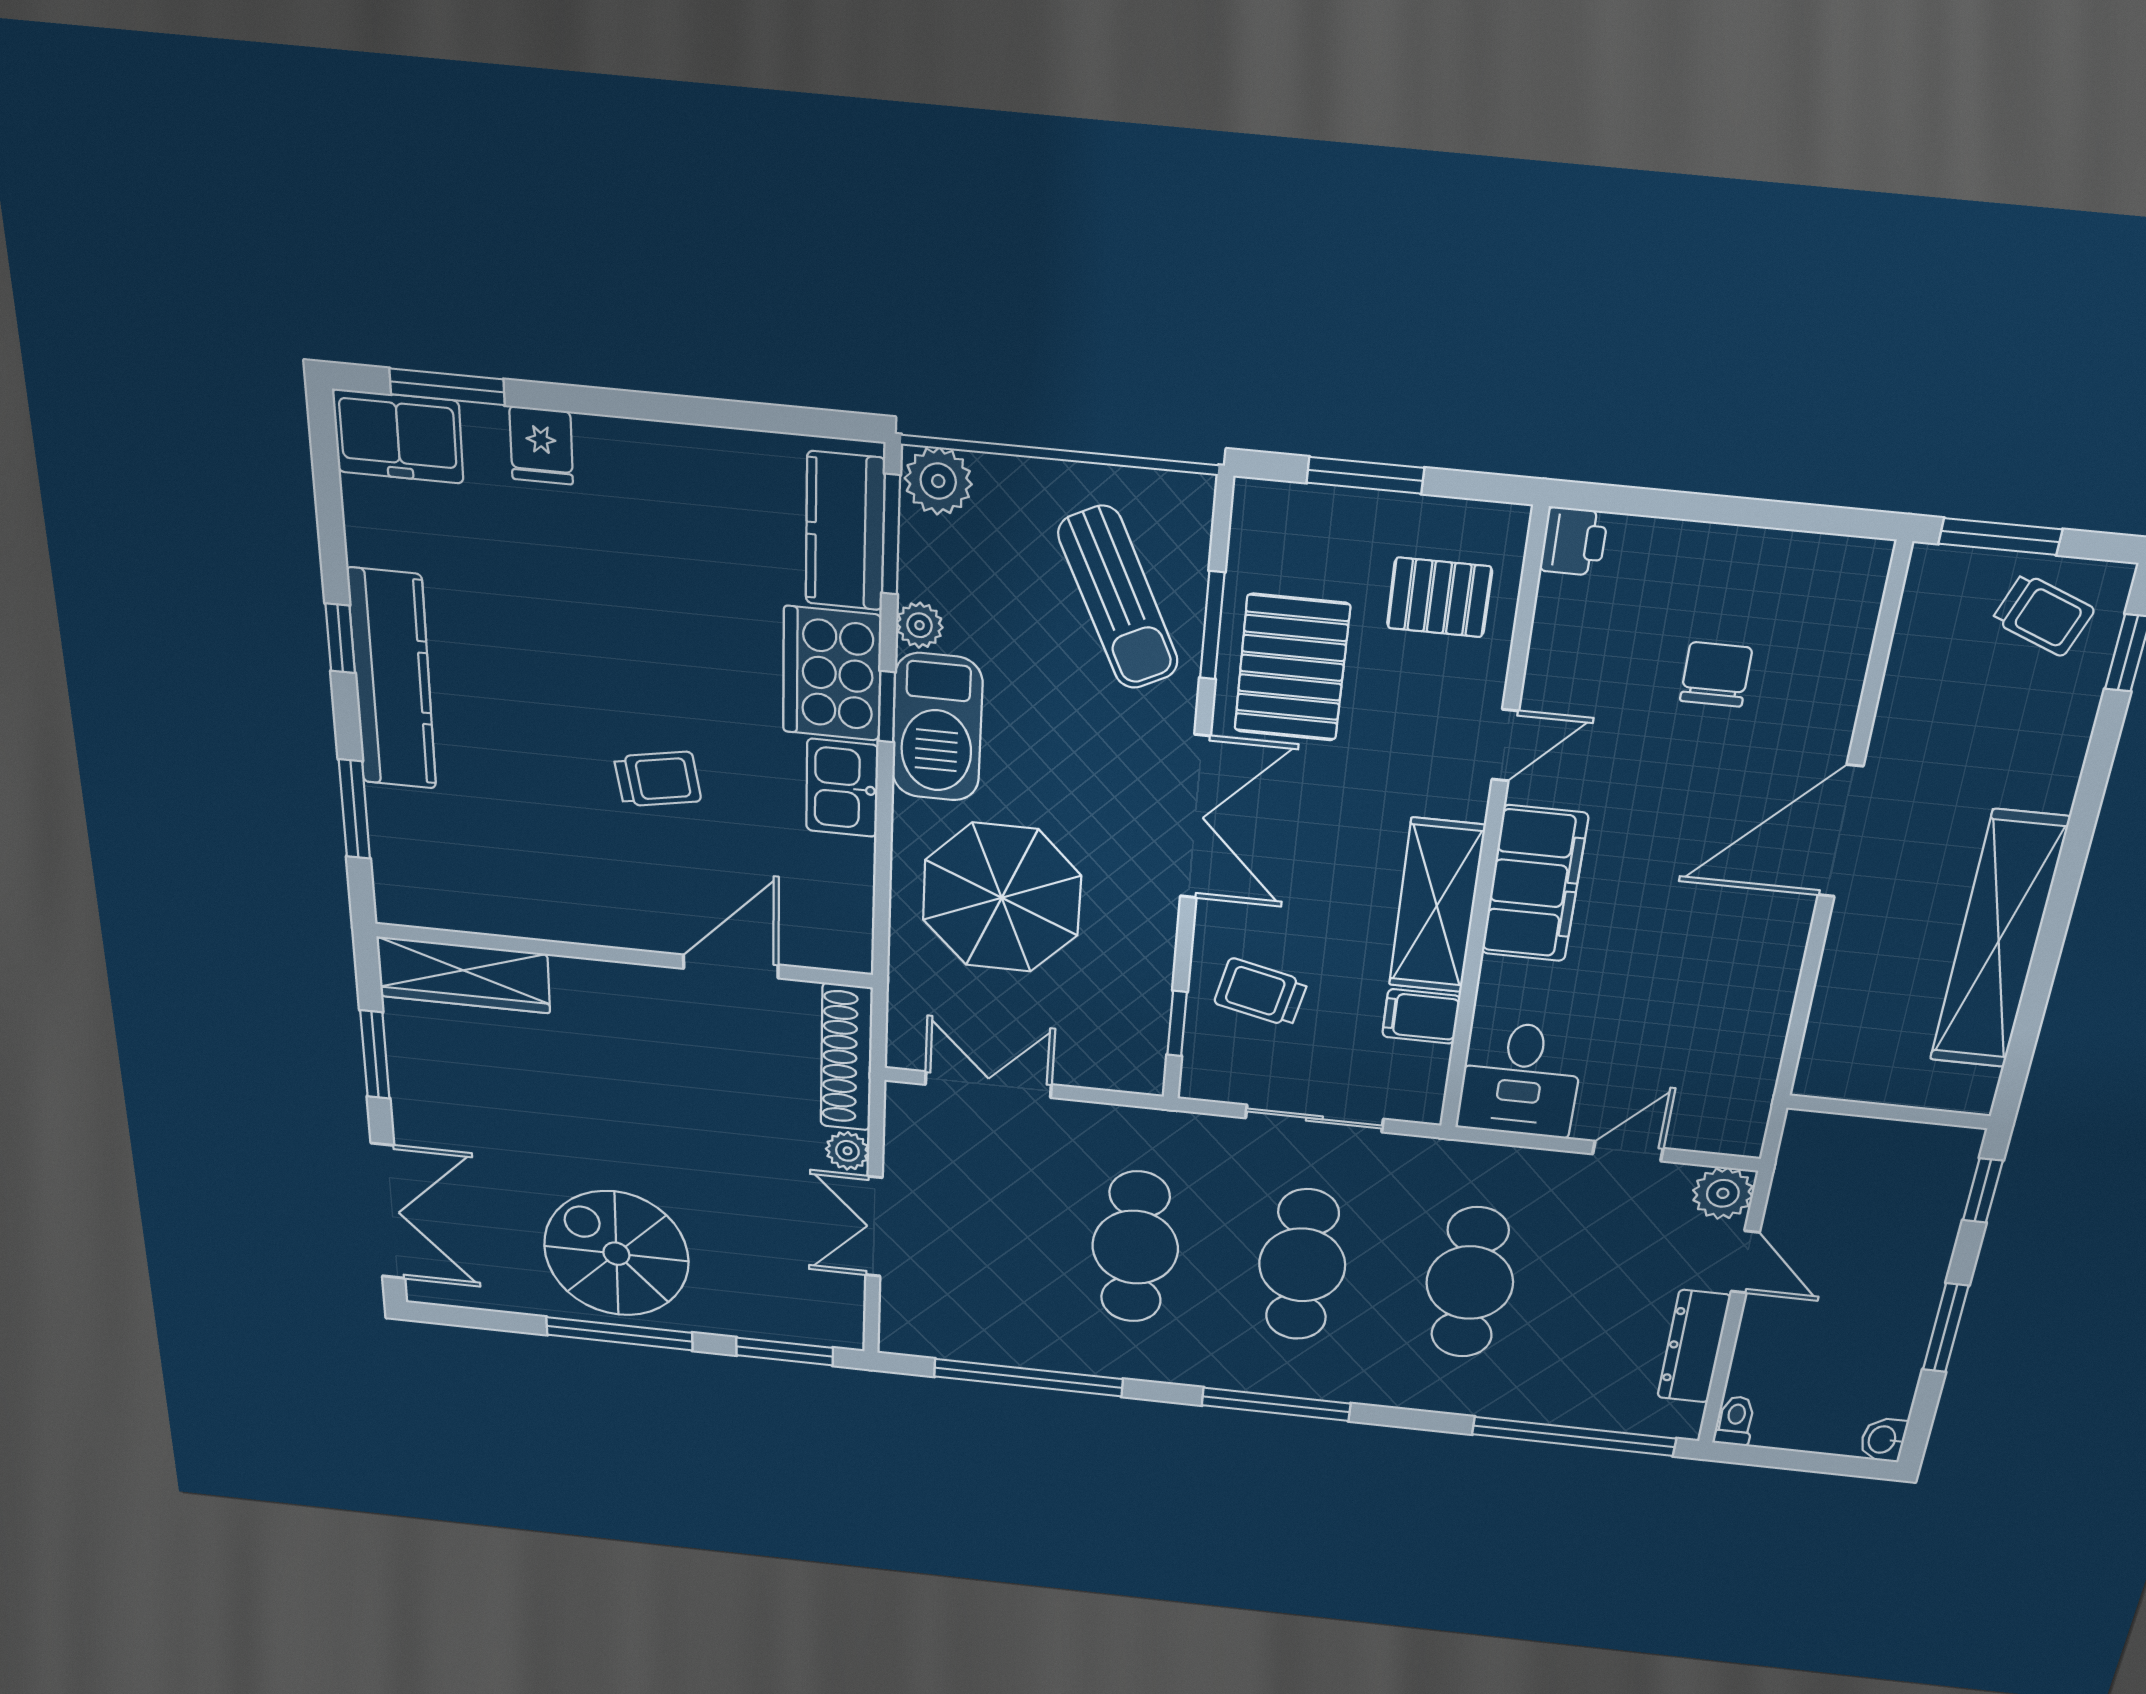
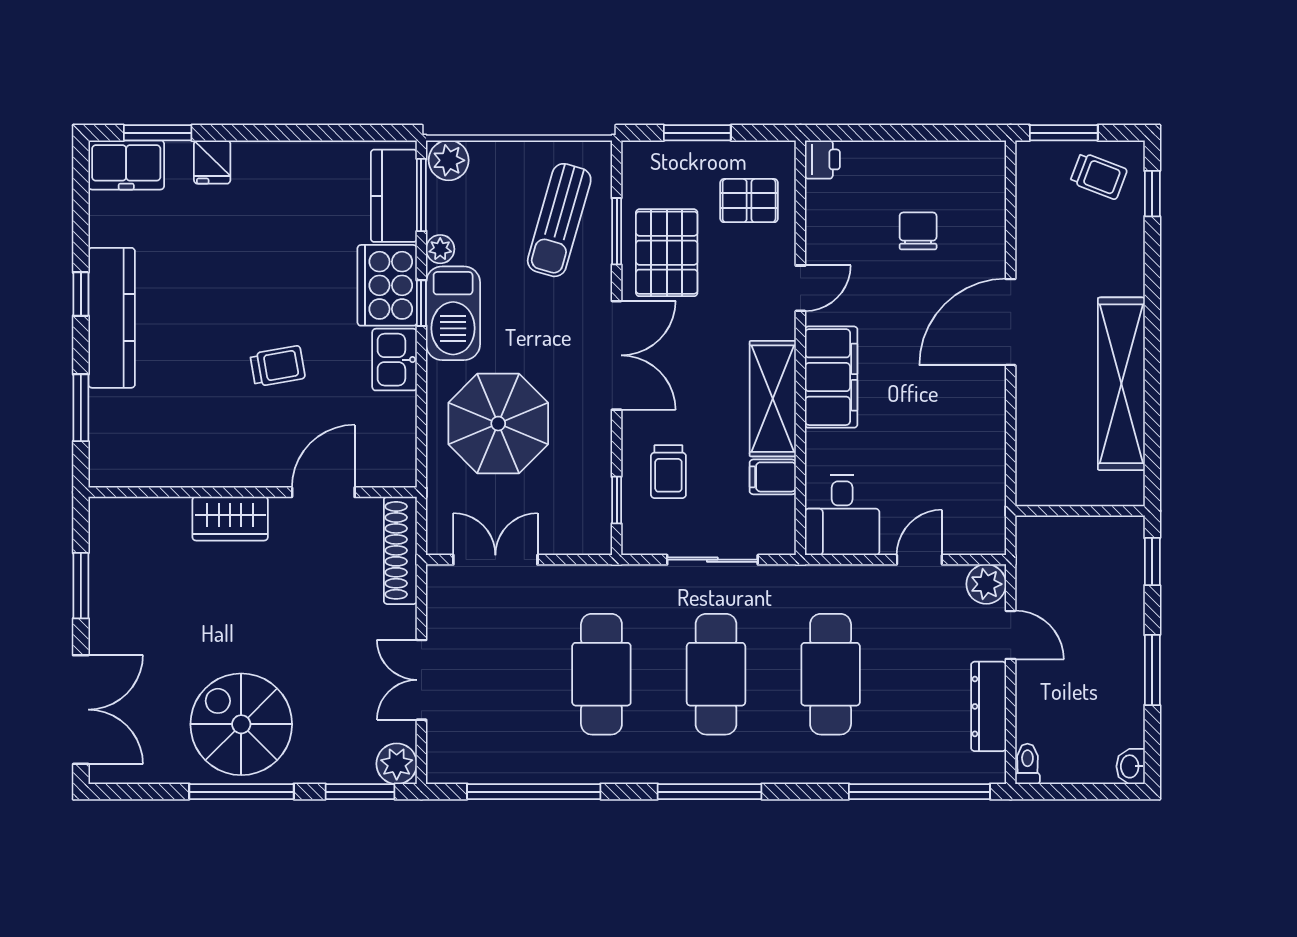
sun lounger: (1118, 598) -> (559, 220), turned 42
wardrobe: (464, 975) -> (230, 519), moved, width x0.67
trolley: (1261, 993) -> (668, 472), turned -103
plant: (847, 1151) -> (397, 764), moved, width x1.38, depth x1.38

